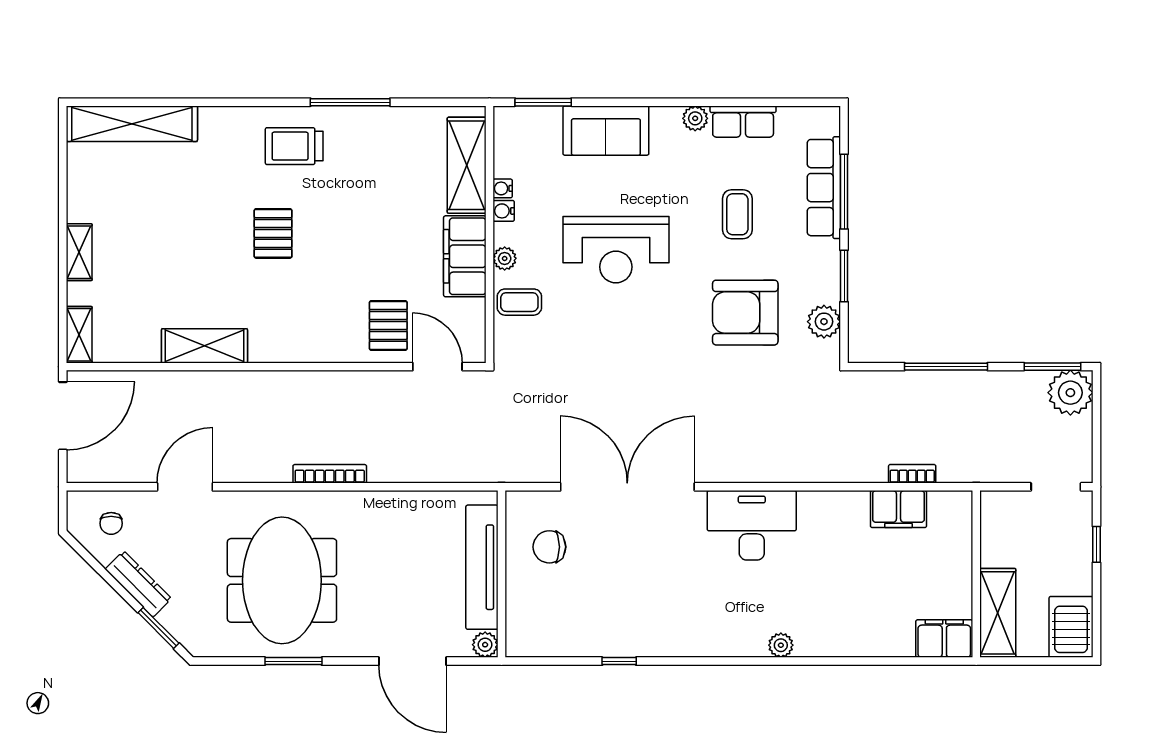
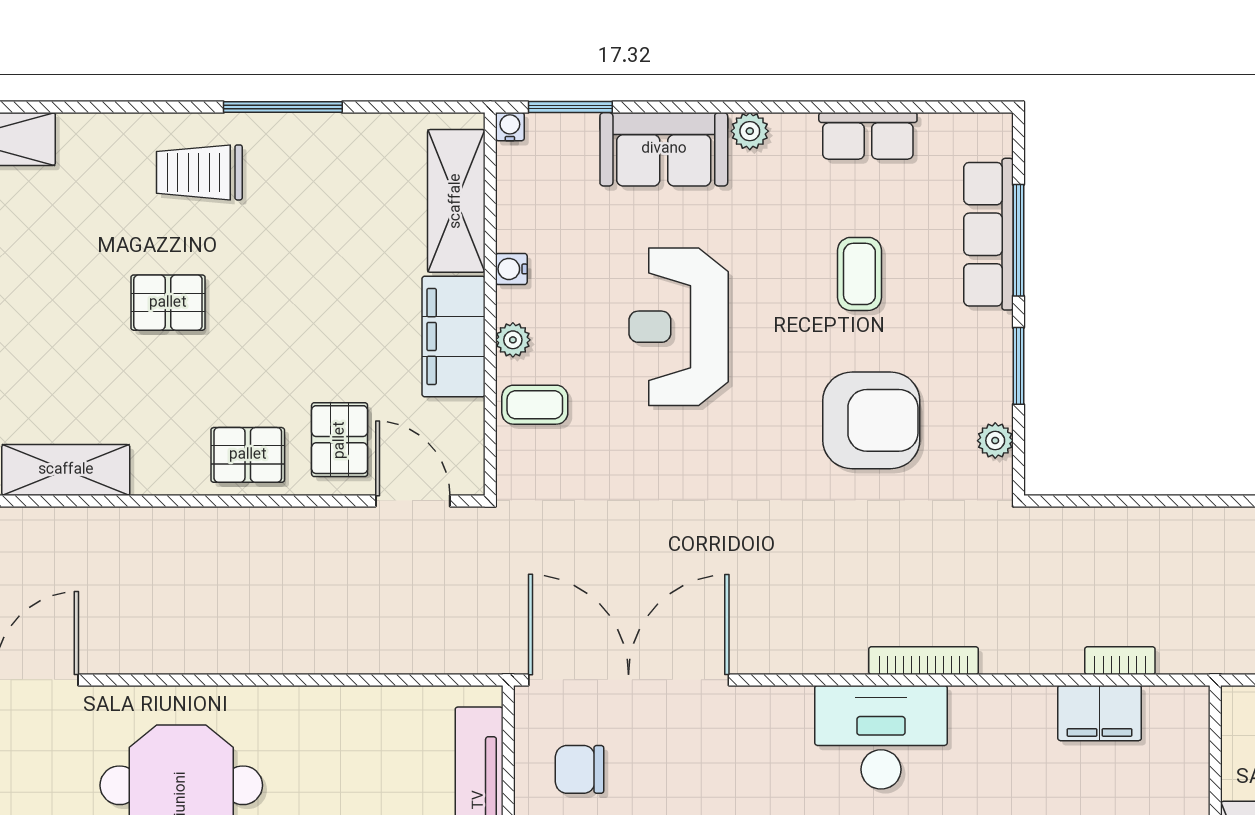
plant: (695, 118) -> (750, 131), moved
water cooler: (503, 188) -> (510, 127), moved, turned 90
pallet: (273, 233) -> (168, 303), turned 90
reception desk: (616, 250) -> (679, 327), turned 90
armchair: (745, 313) -> (871, 420), turned 180
plant: (824, 322) -> (995, 441), width x0.73, depth x0.73
pallet: (327, 336) -> (248, 455), added
window: (946, 367) -> (1170, 501), removed
bookcase: (330, 474) -> (924, 661), moved
double door: (627, 487) -> (629, 680), moved

